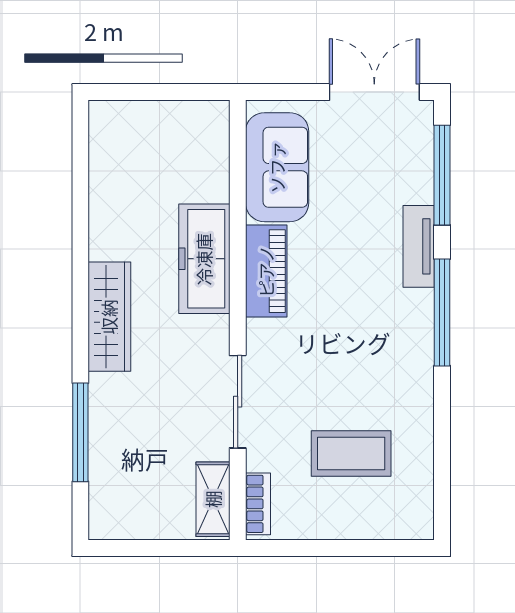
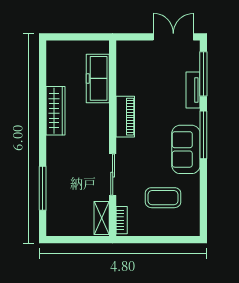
sofa: (277, 167) -> (186, 149), moved, turned 180
tv unit: (419, 246) -> (193, 90), moved
freezer: (204, 259) -> (98, 78), moved
wardrobe: (109, 317) -> (56, 111), moved

